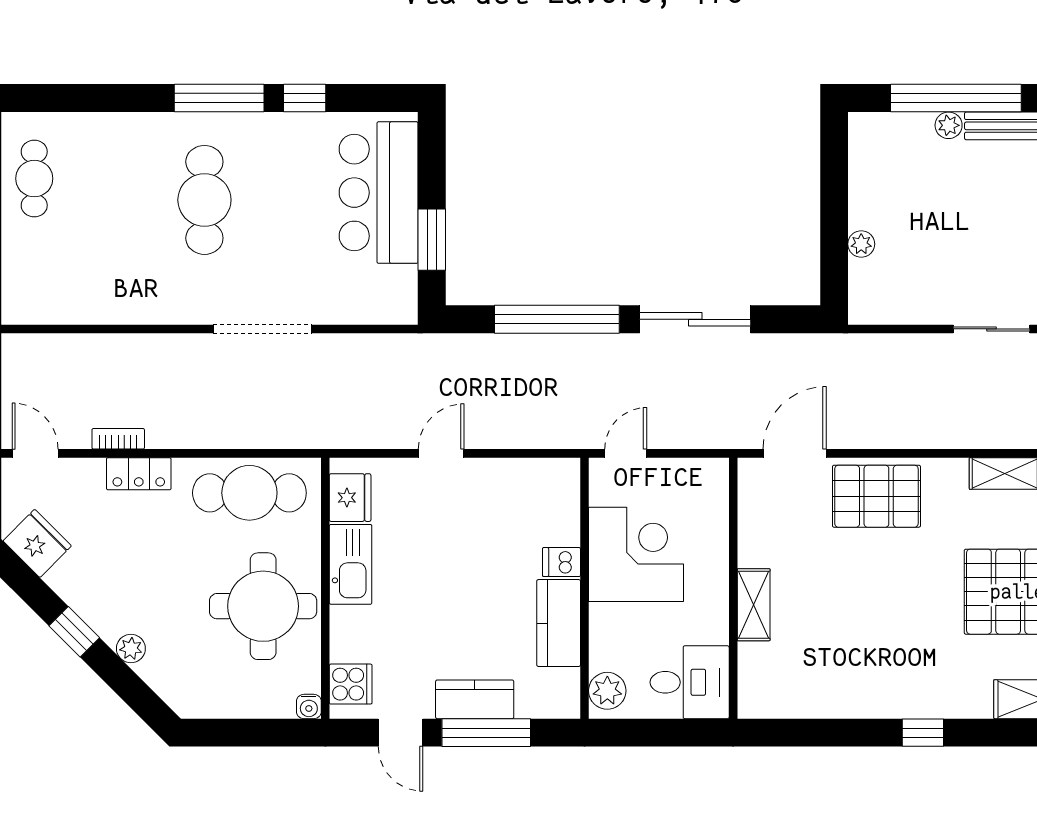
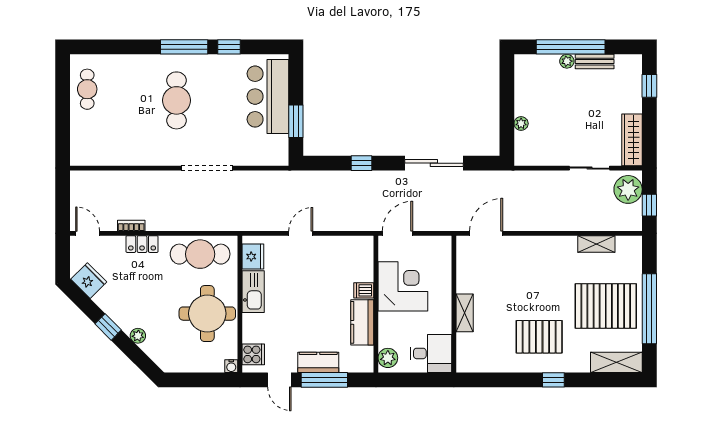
window: (557, 319) -> (361, 163), width x0.32
door: (626, 453) -> (397, 233), width x1.38
pallet: (876, 496) -> (539, 337), moved

